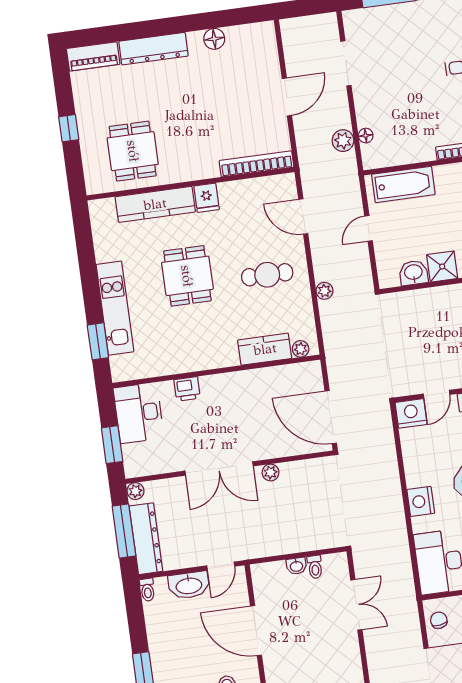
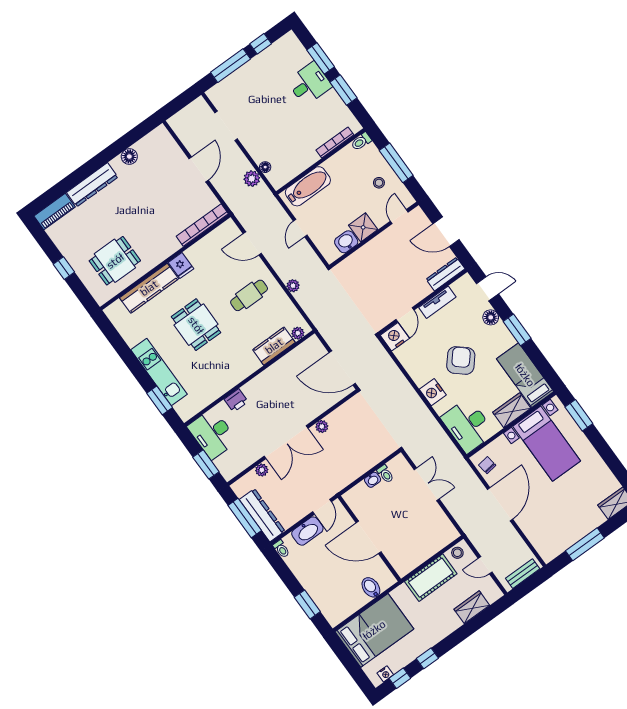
dining table: (133, 151) -> (115, 261), turned 90
plant: (135, 491) -> (262, 470), moved

